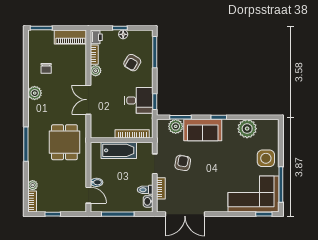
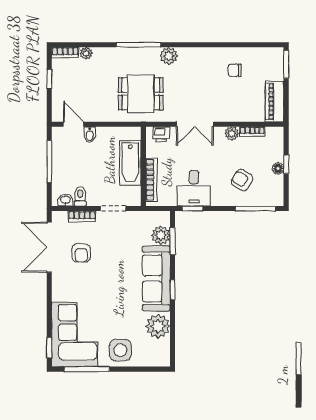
printer: (96, 37) -> (161, 134), moved
plant: (35, 93) -> (169, 56), moved
double door: (88, 100) -> (195, 124), swing flipped
sofa: (203, 130) -> (156, 278), width x1.36
armchair: (183, 163) -> (81, 253), moved, turned 80
door: (88, 195) -> (73, 124), swing flipped

